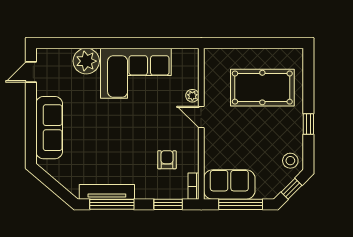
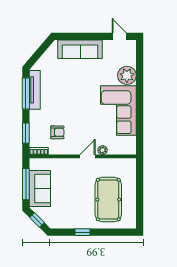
stool: (290, 161) -> (57, 219), removed
sofa: (229, 185) -> (40, 189), moved

